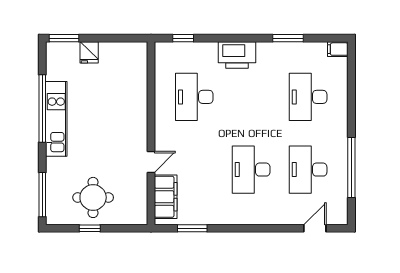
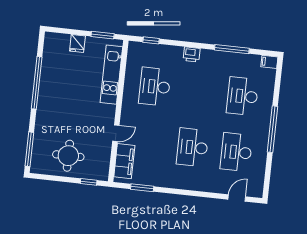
window: (64, 38) -> (103, 35), moved
window: (288, 38) -> (232, 49), width x1.44
printer: (237, 55) -> (192, 54), width x0.53, depth x0.68
kitchen unit: (56, 119) -> (111, 75), moved, turned 180
window: (351, 168) -> (273, 129), moved
window: (90, 228) -> (89, 182), moved

